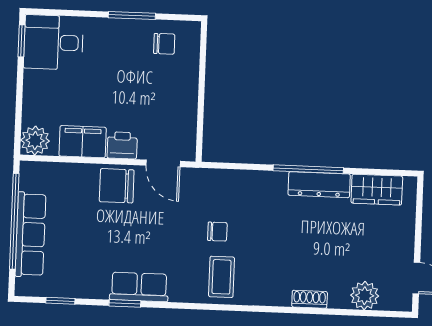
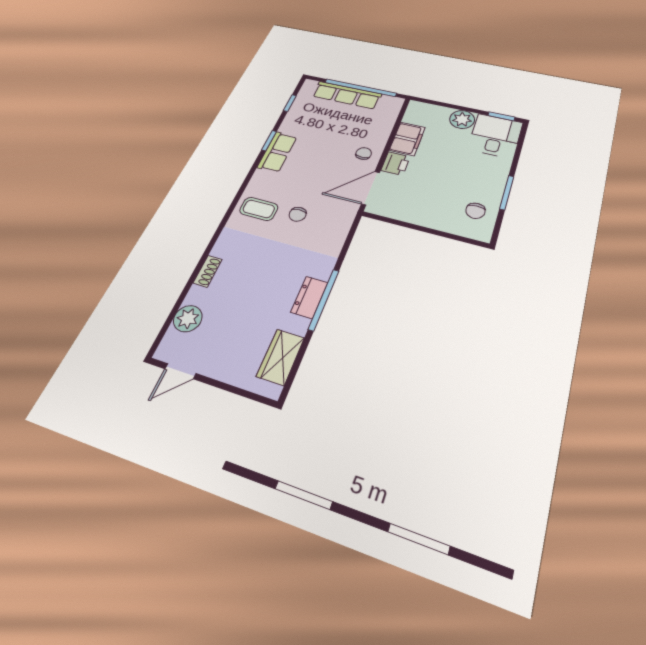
plant: (35, 141) -> (462, 119), moved
door: (163, 163) -> (370, 188), width x1.38
dresser: (319, 185) -> (309, 297), width x0.70
chair: (117, 186) -> (364, 153), width x0.54, depth x0.54

